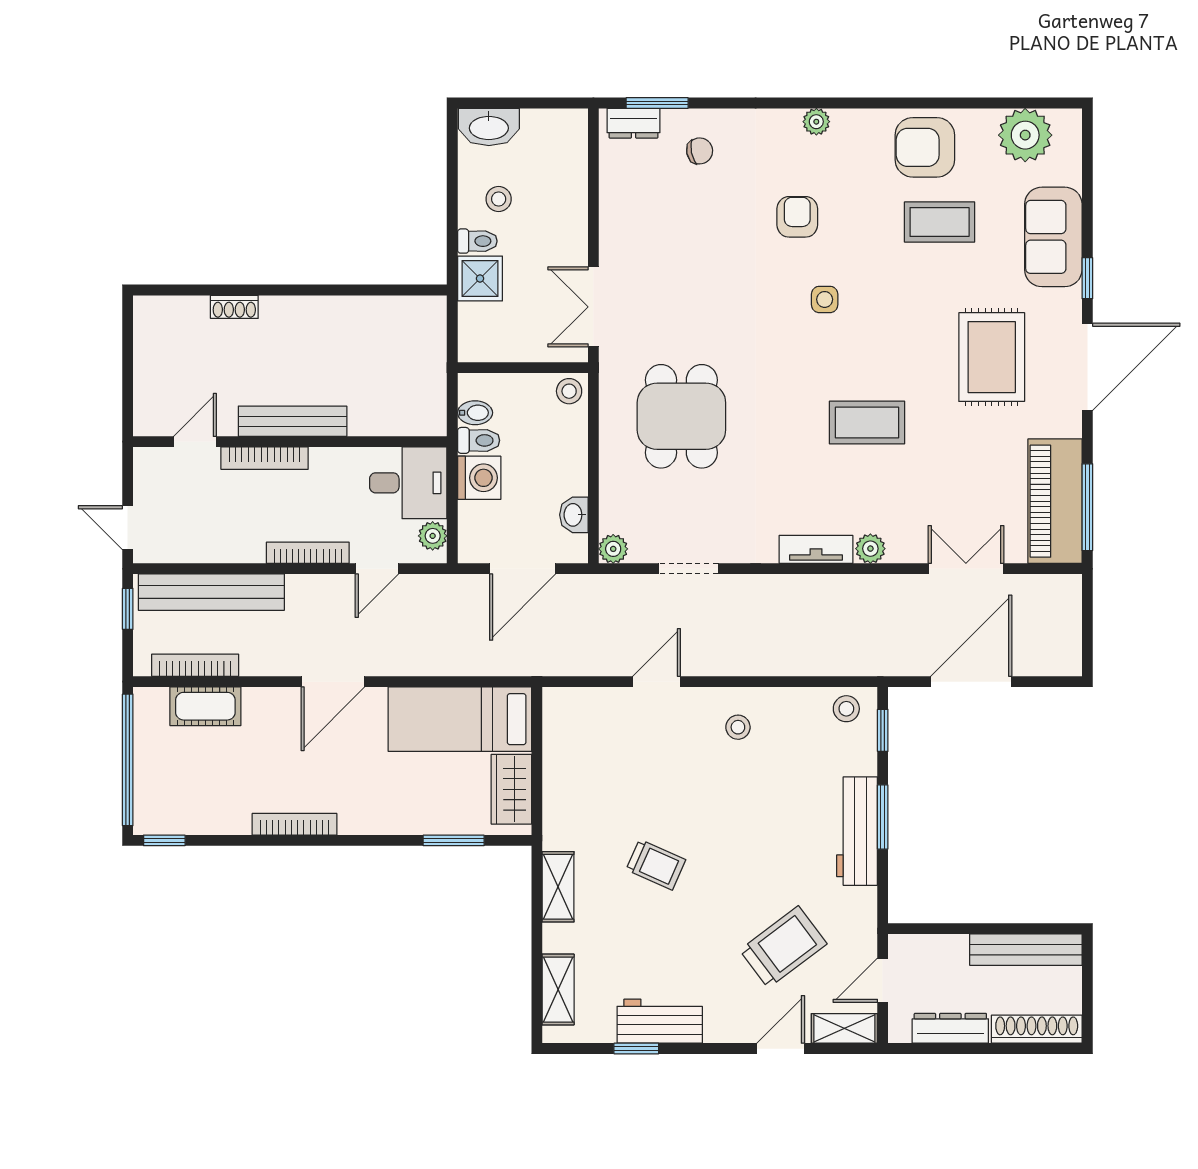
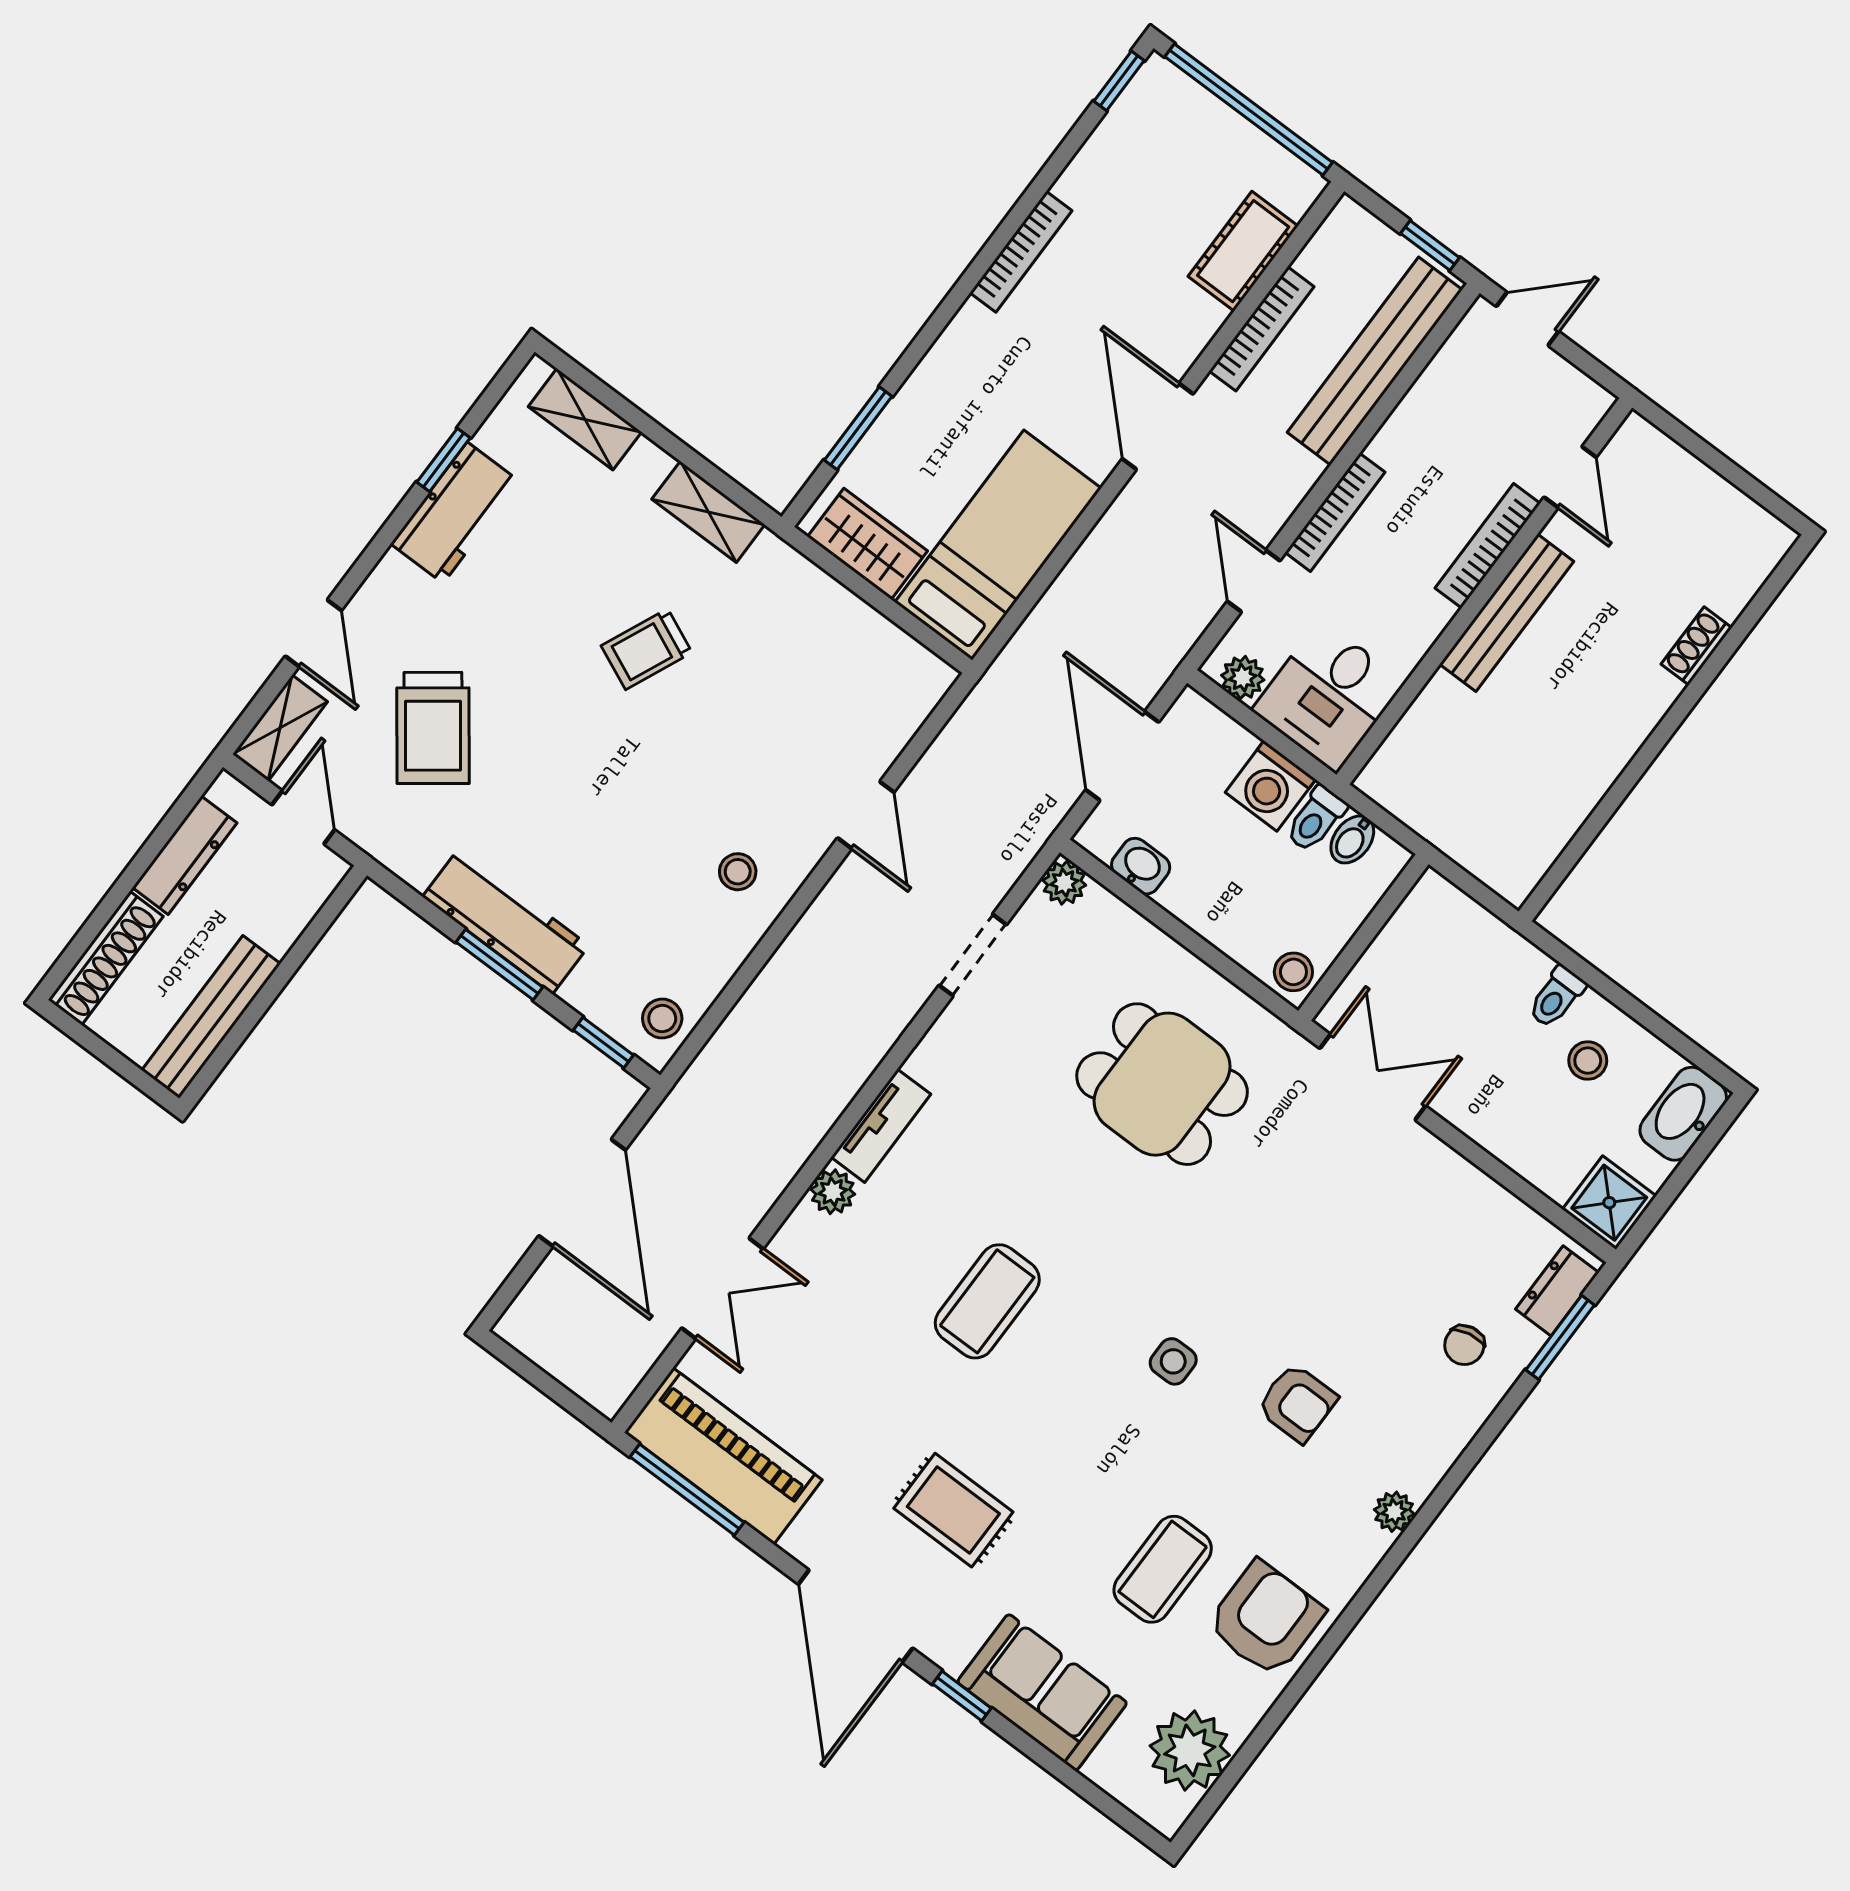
shower: (480, 278) -> (1609, 1203), moved
rug: (992, 357) -> (953, 1510), width x0.73, depth x0.70
bookcase: (195, 665) -> (1262, 329), moved

